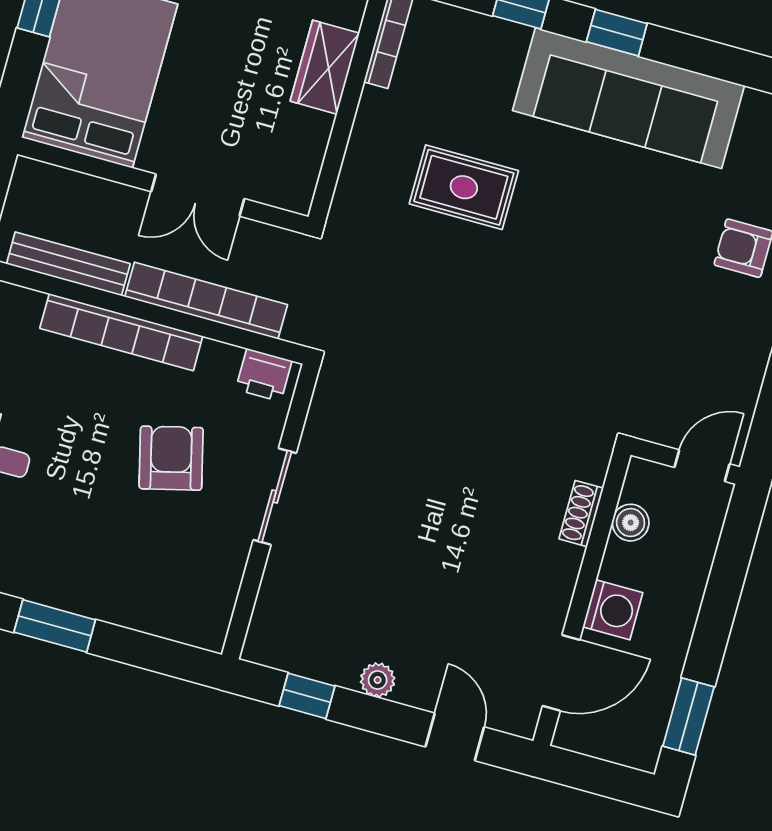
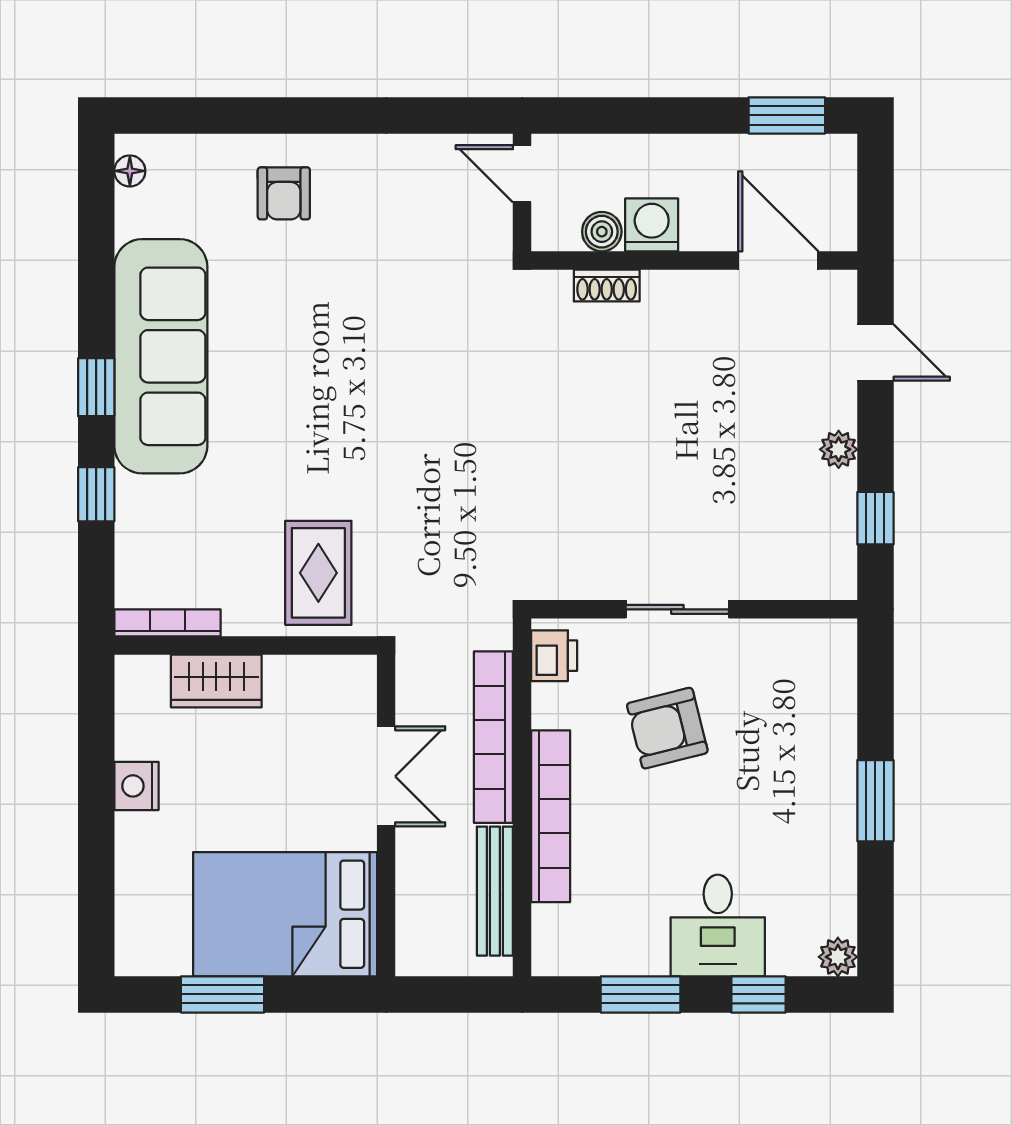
rug: (464, 187) -> (318, 573), moved
washing machine: (613, 610) -> (652, 225), moved
door: (455, 737) -> (875, 353), swing flipped

